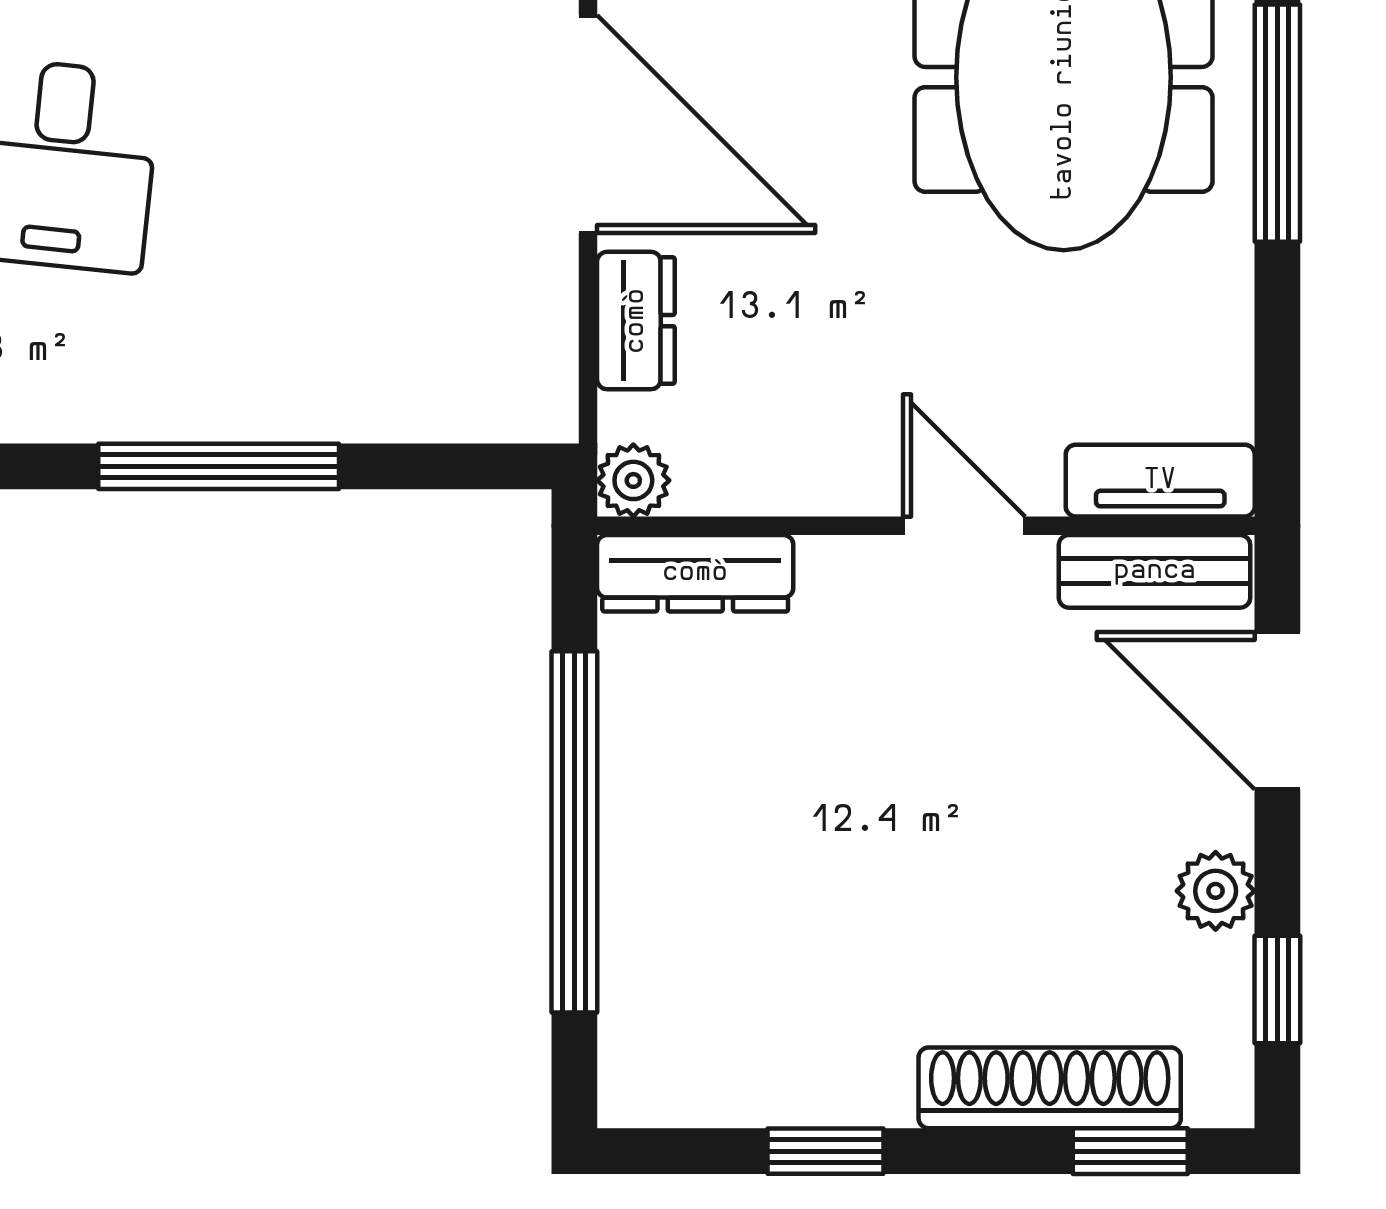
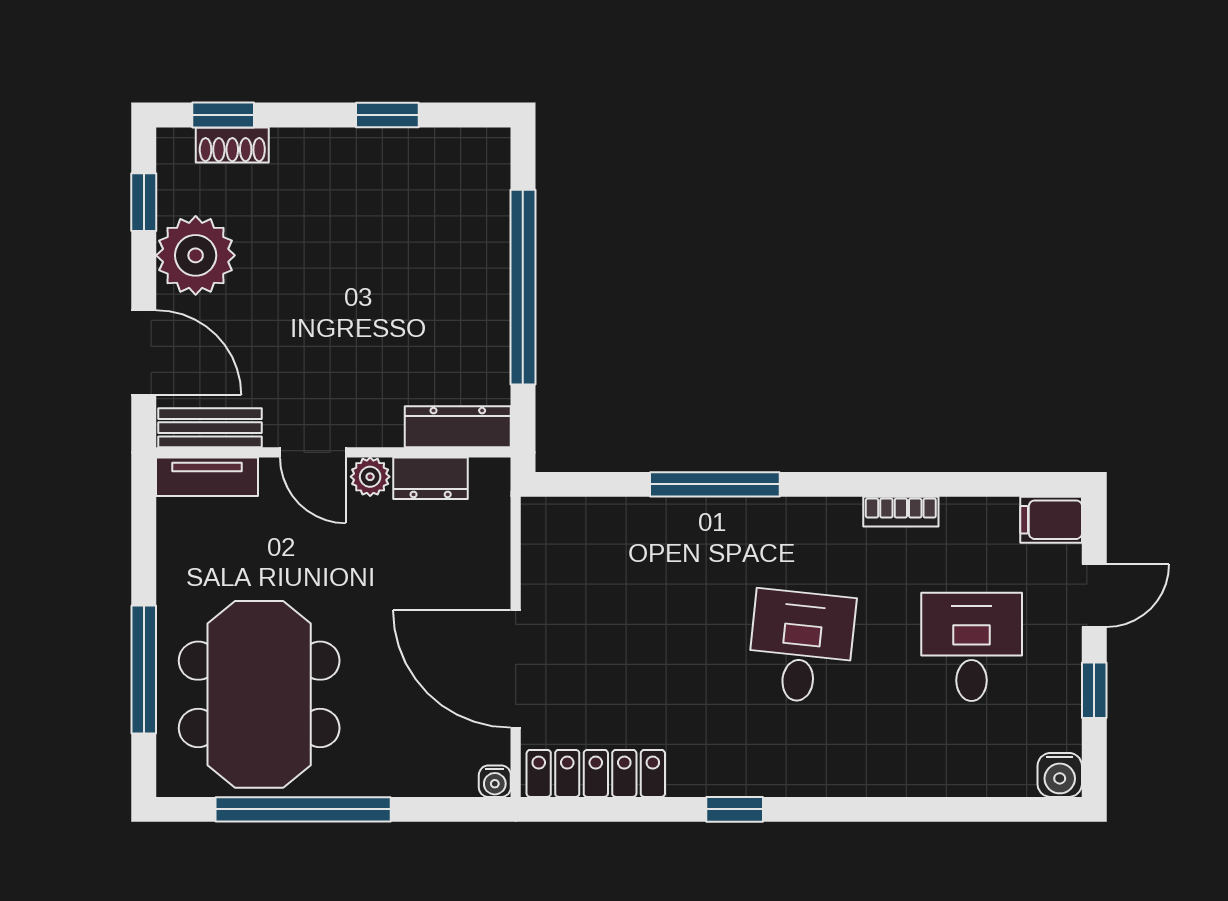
dresser: (636, 321) -> (431, 478), moved, turned -90
plant: (633, 480) -> (370, 477), moved
plant: (1216, 891) -> (196, 255), width x1.88, depth x1.88
shoe rack: (1050, 1088) -> (232, 145), width x0.51, depth x0.81

